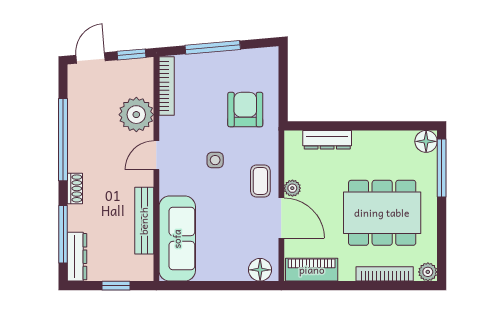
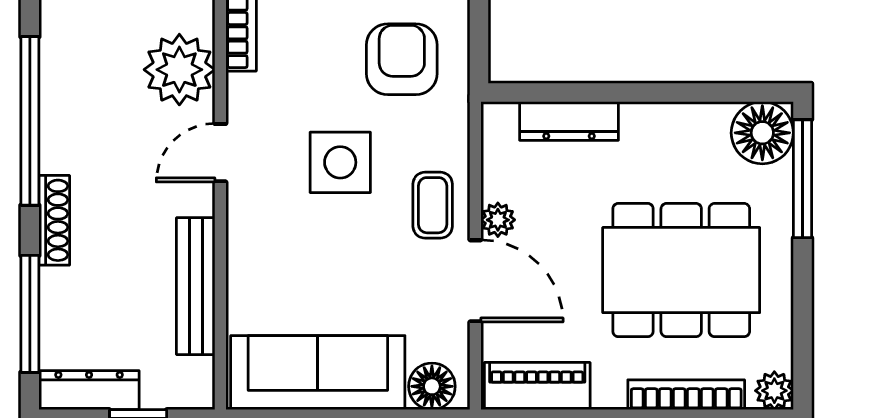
floor lamp: (426, 141) -> (762, 133), width x1.38, depth x1.38
side table: (215, 160) -> (340, 162), width x1.87, depth x1.87
shoe rack: (75, 188) -> (54, 220), width x1.43
sofa: (177, 239) -> (318, 373), moved, turned -90
dresser: (77, 257) -> (89, 390), moved, turned -90

